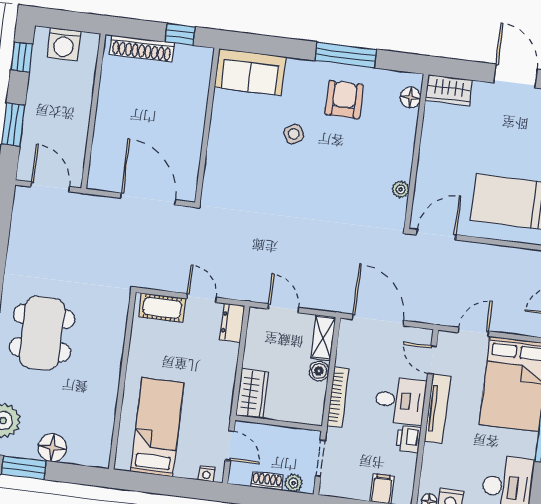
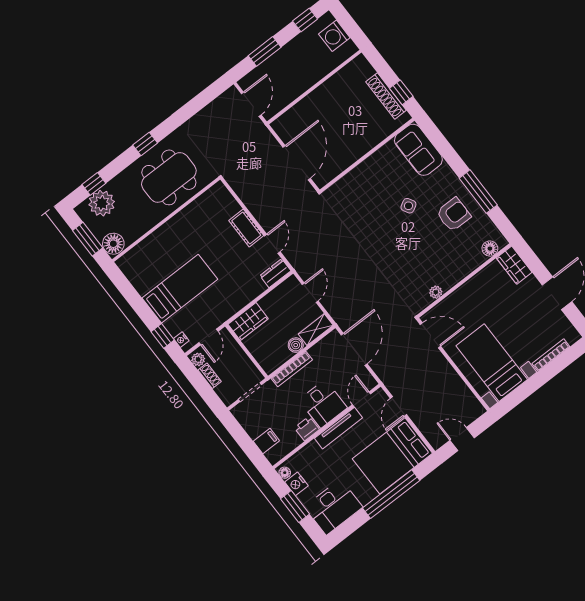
shoe rack: (142, 49) -> (386, 96), moved
door: (473, 332) -> (398, 406), swing flipped
wall: (122, 381) -> (166, 219), moved
plant: (294, 483) -> (198, 359), moved
window: (185, 488) -> (163, 336), added

